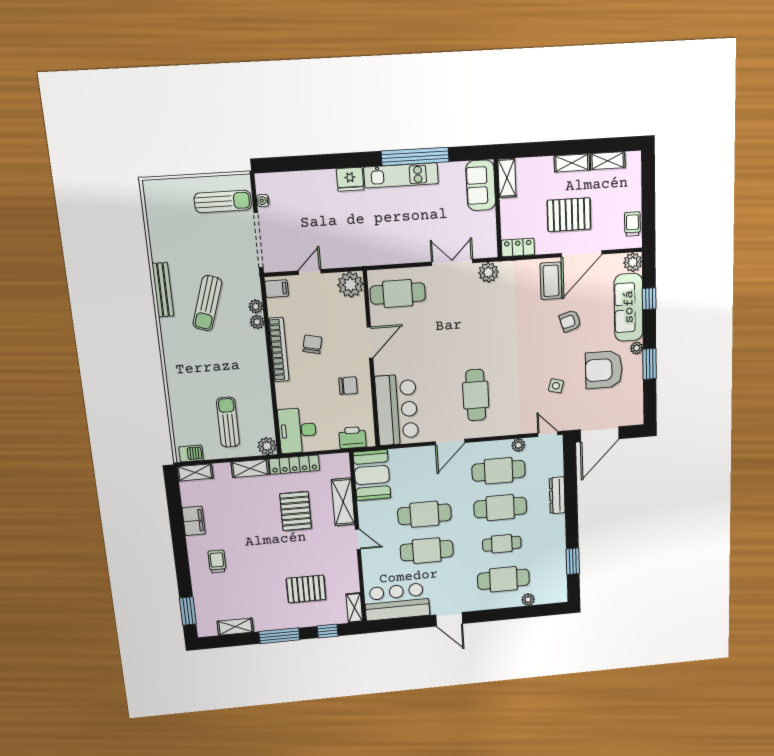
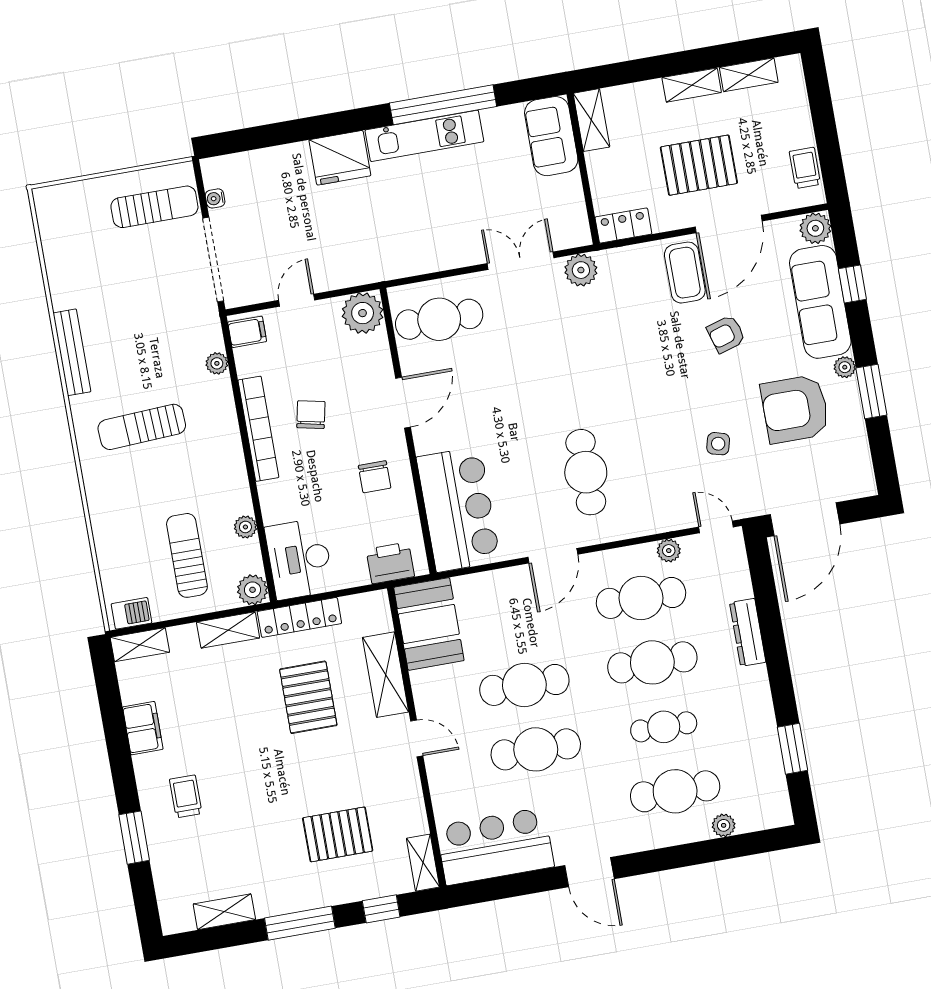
fridge: (350, 179) -> (340, 158), width x1.36, depth x1.34
sun lounger: (207, 303) -> (142, 427), moved, turned 69
plant: (257, 322) -> (245, 527), moved
chair: (348, 386) -> (375, 477), turned 90
window: (188, 611) -> (134, 838), moved

